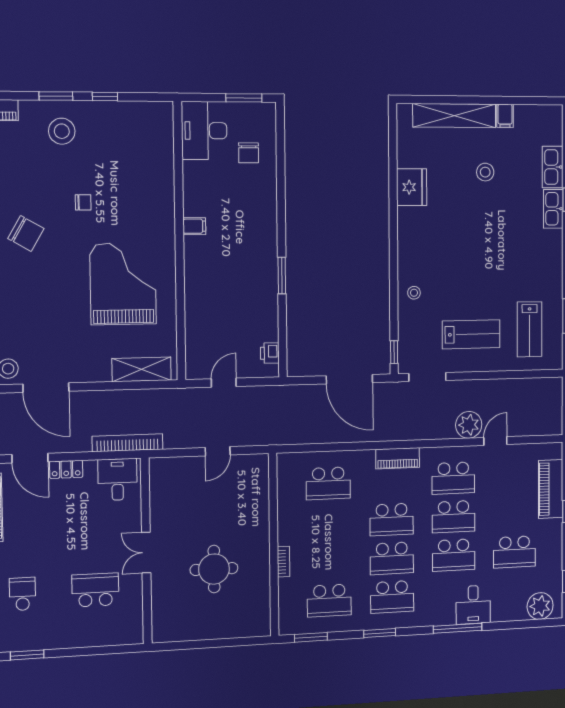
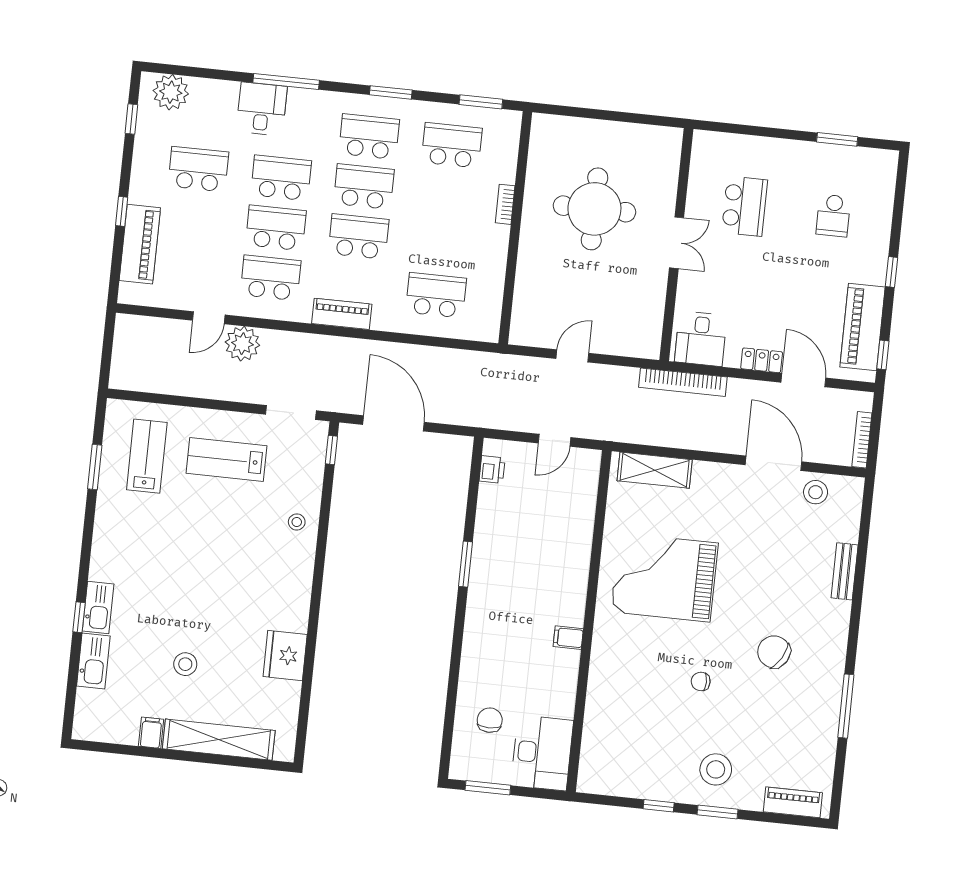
grand piano: (123, 284) -> (664, 577), turned 90
round table: (214, 569) -> (594, 209), width x1.36, depth x1.36
school desk: (95, 590) -> (745, 206), turned -90

